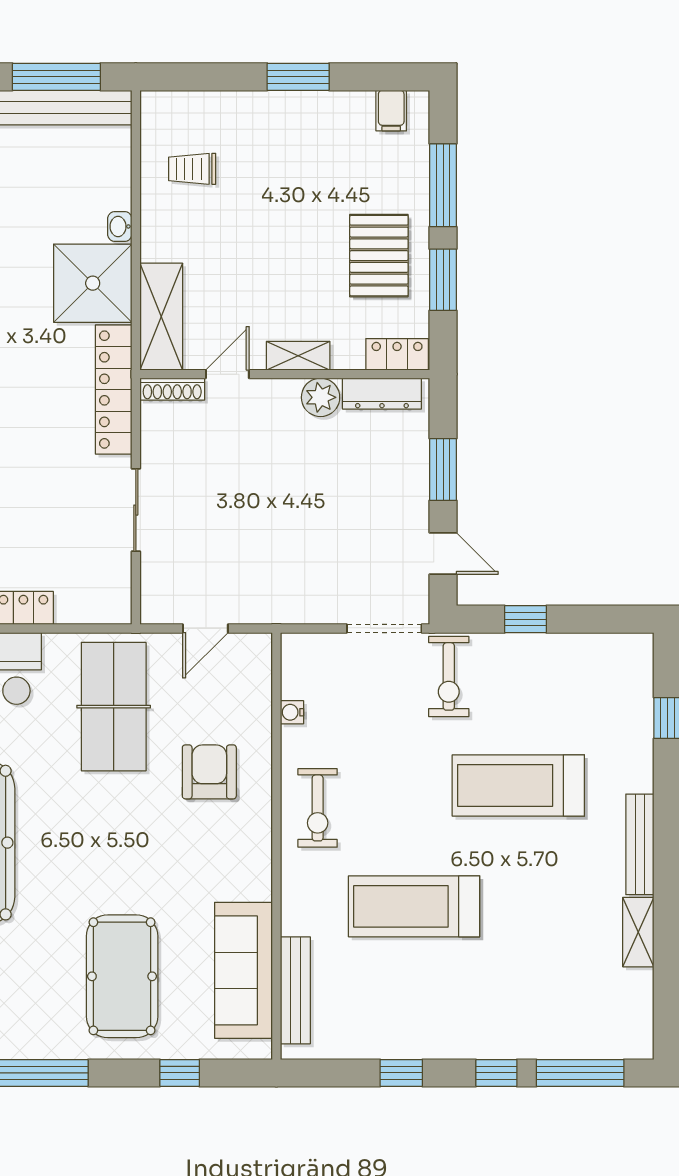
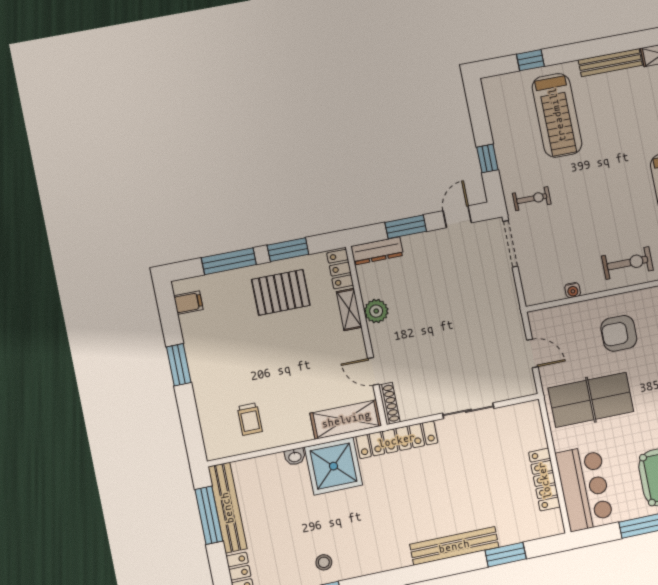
shelving: (298, 356) -> (349, 309), moved
dresser: (382, 394) -> (377, 251), moved, turned 90
exercise bike: (449, 676) -> (532, 199), width x0.73, depth x0.72
treadmill: (518, 785) -> (557, 115), moved

